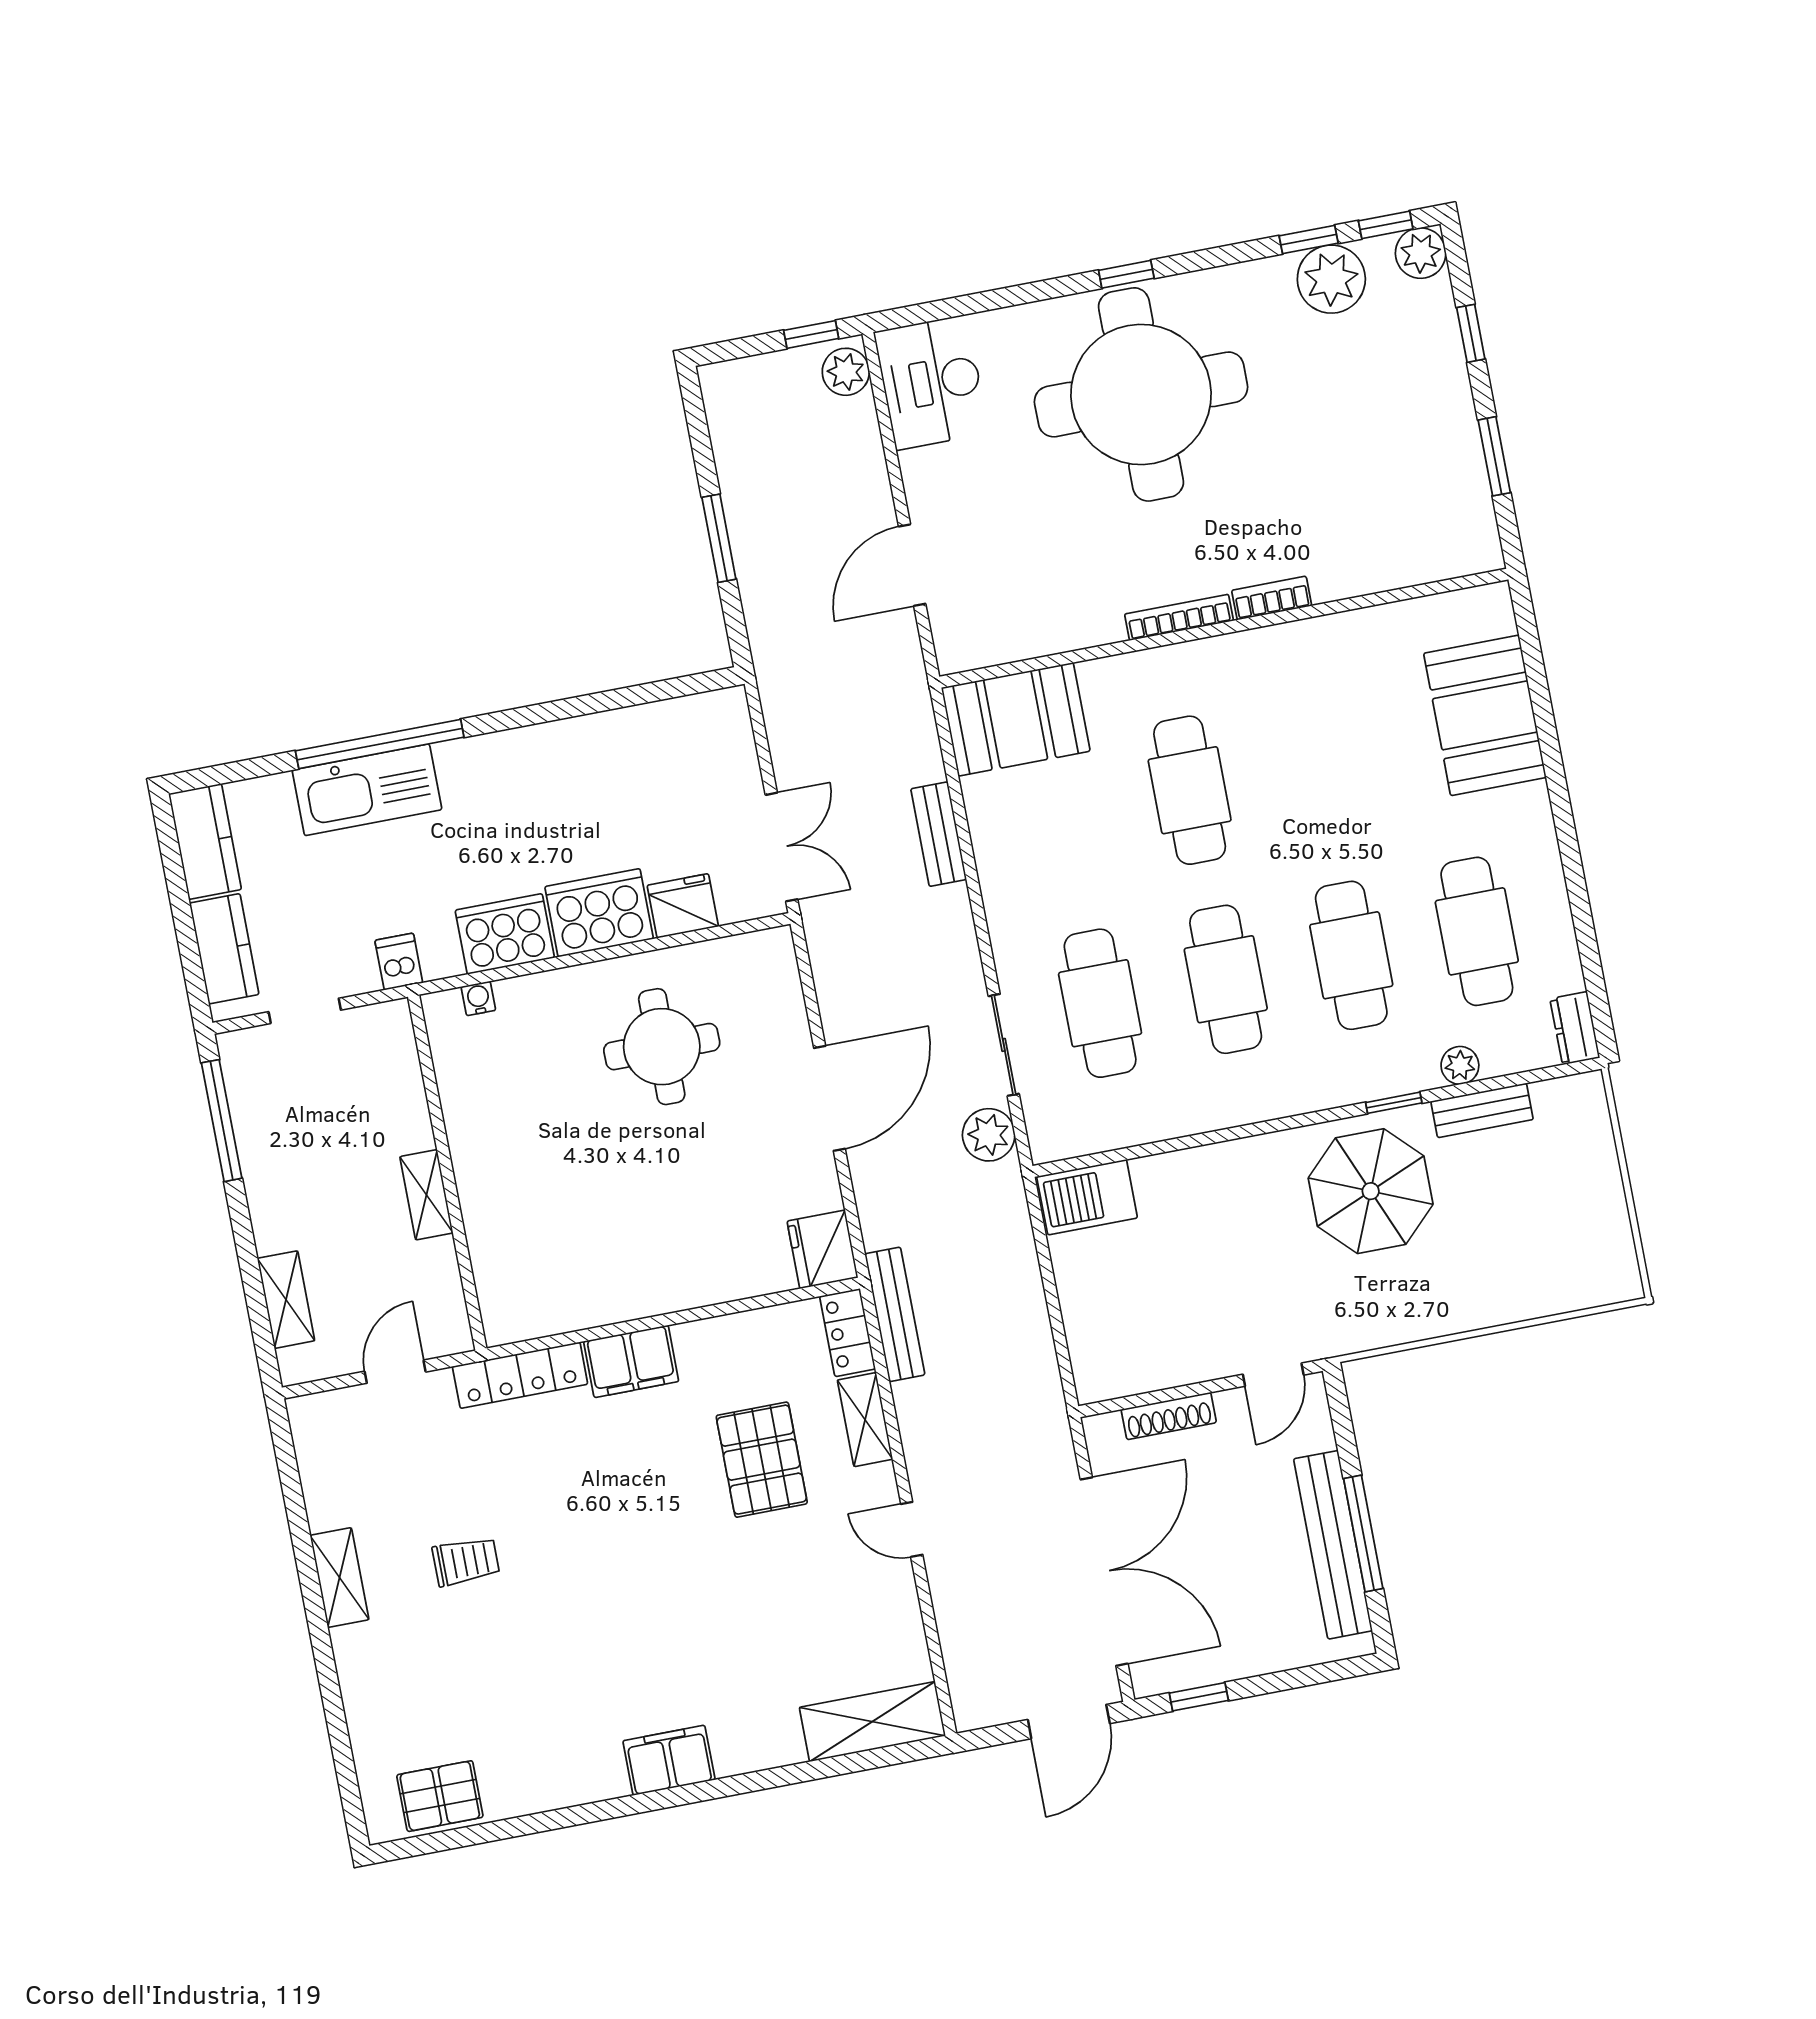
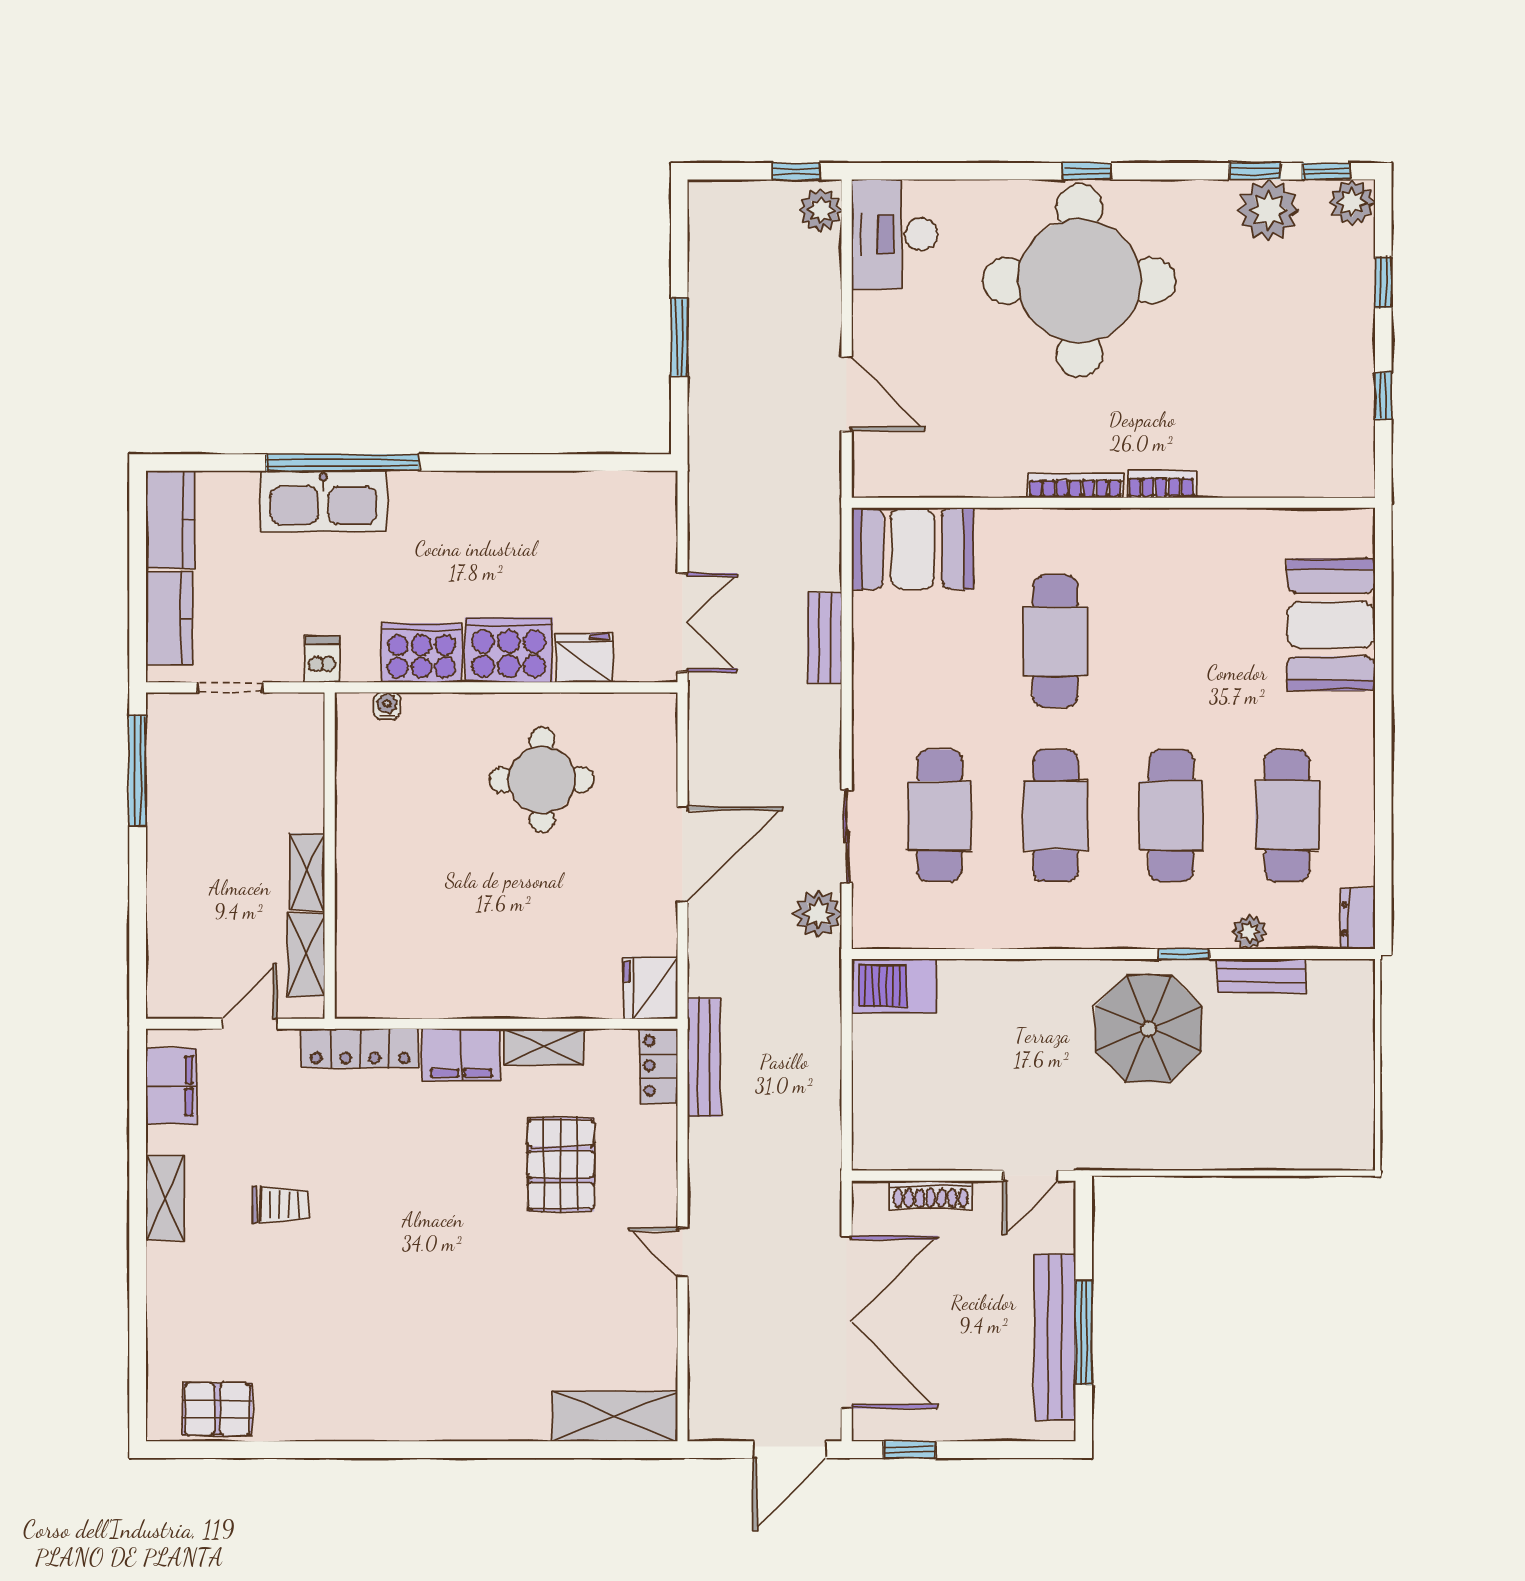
window: (1494, 456) -> (1383, 396), width x0.67
door: (912, 565) -> (847, 394), swing flipped
shelving: (286, 1300) -> (306, 955), moved
shelving: (865, 1420) -> (544, 1047), moved, turned 90
filing cabinet: (669, 1760) -> (171, 1086), moved, turned 90

